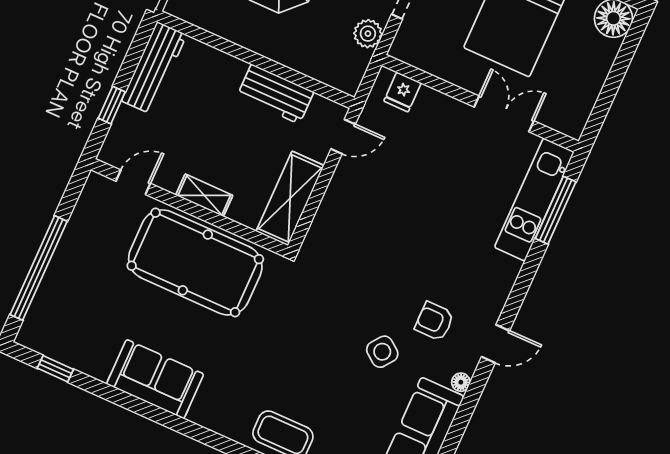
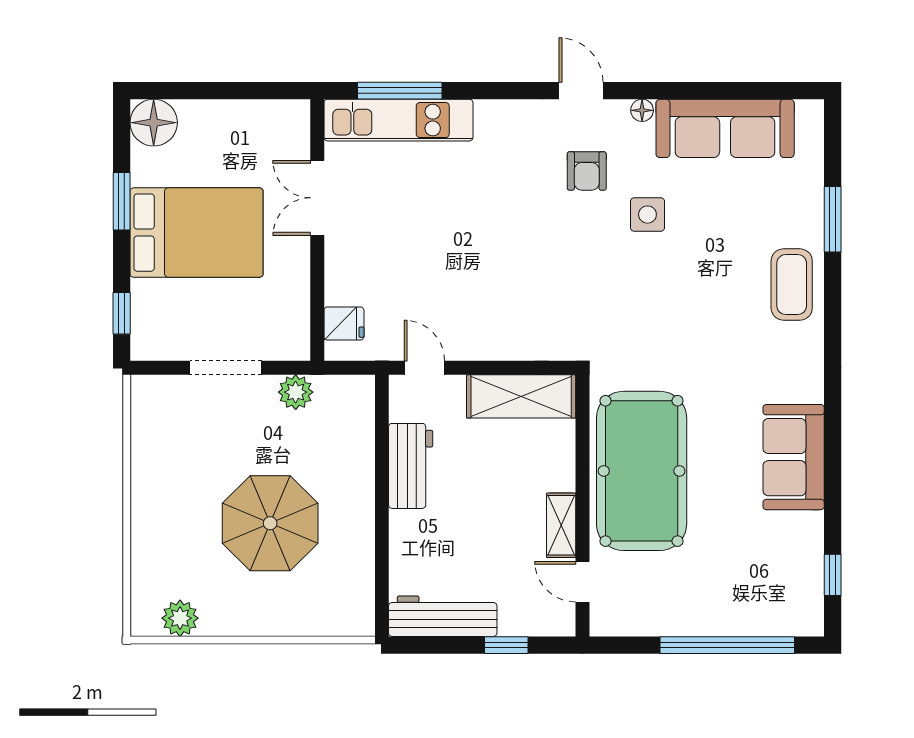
shelving: (204, 195) -> (561, 525), moved
side table: (382, 352) -> (647, 215), turned -37

